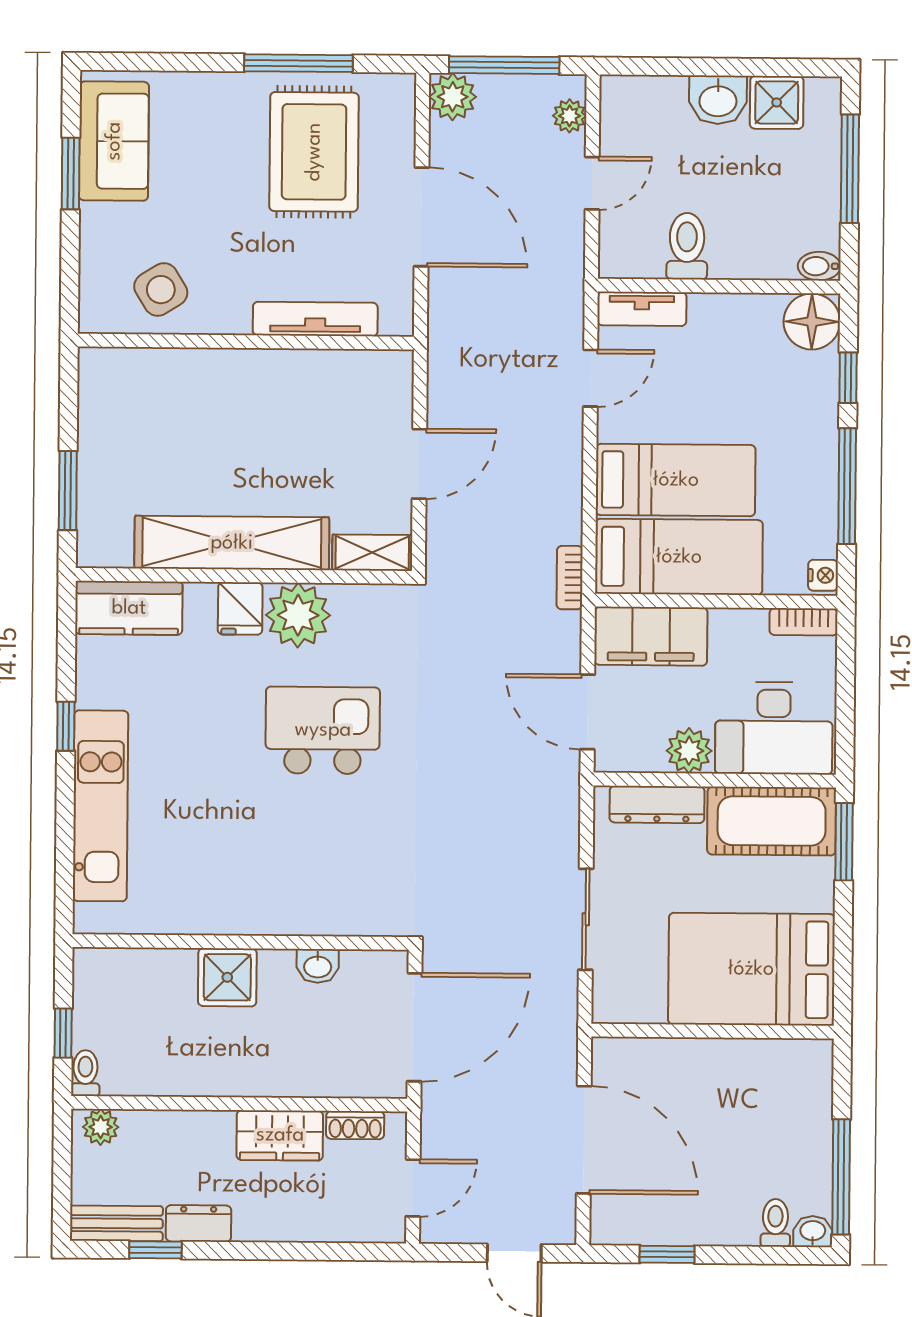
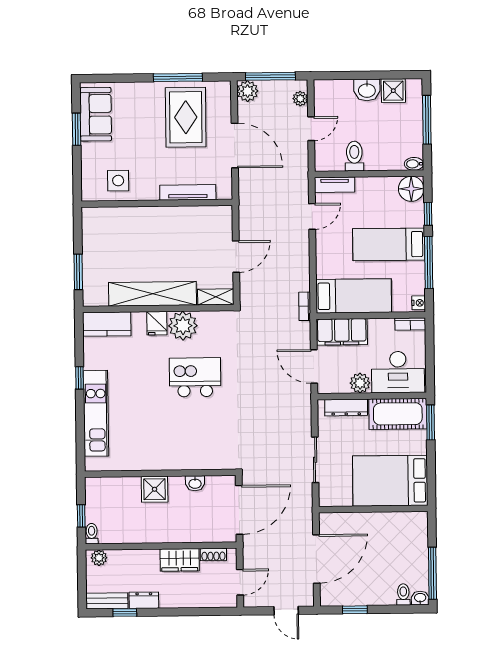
side table: (161, 290) -> (118, 181), turned 32
bed: (676, 480) -> (389, 244), moved, turned 180
door: (584, 1140) -> (316, 559), hinge flipped

